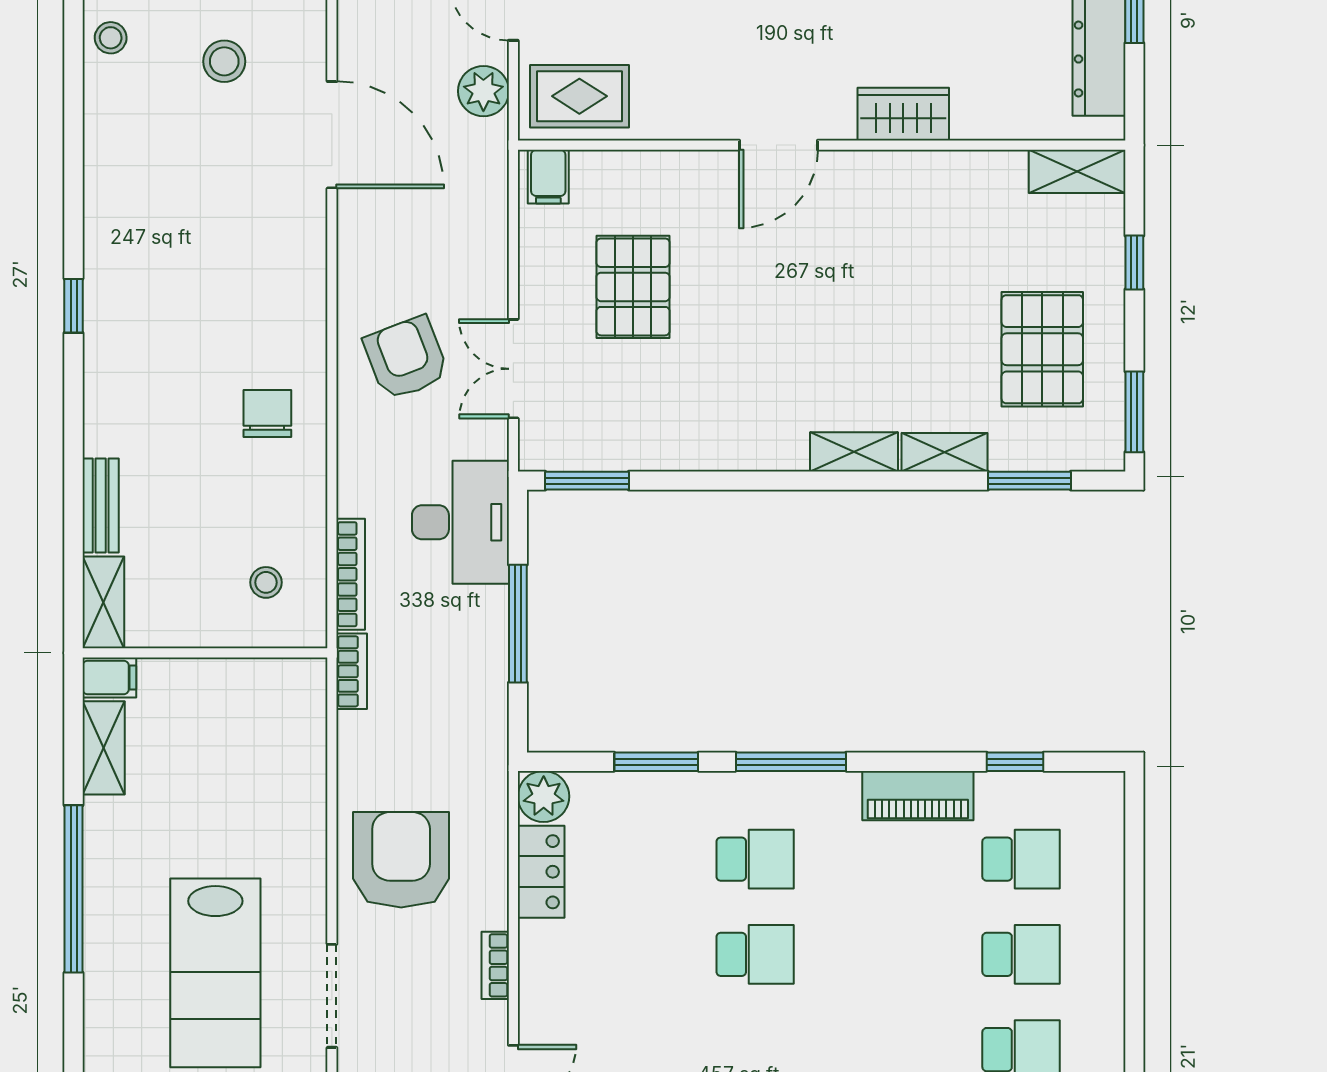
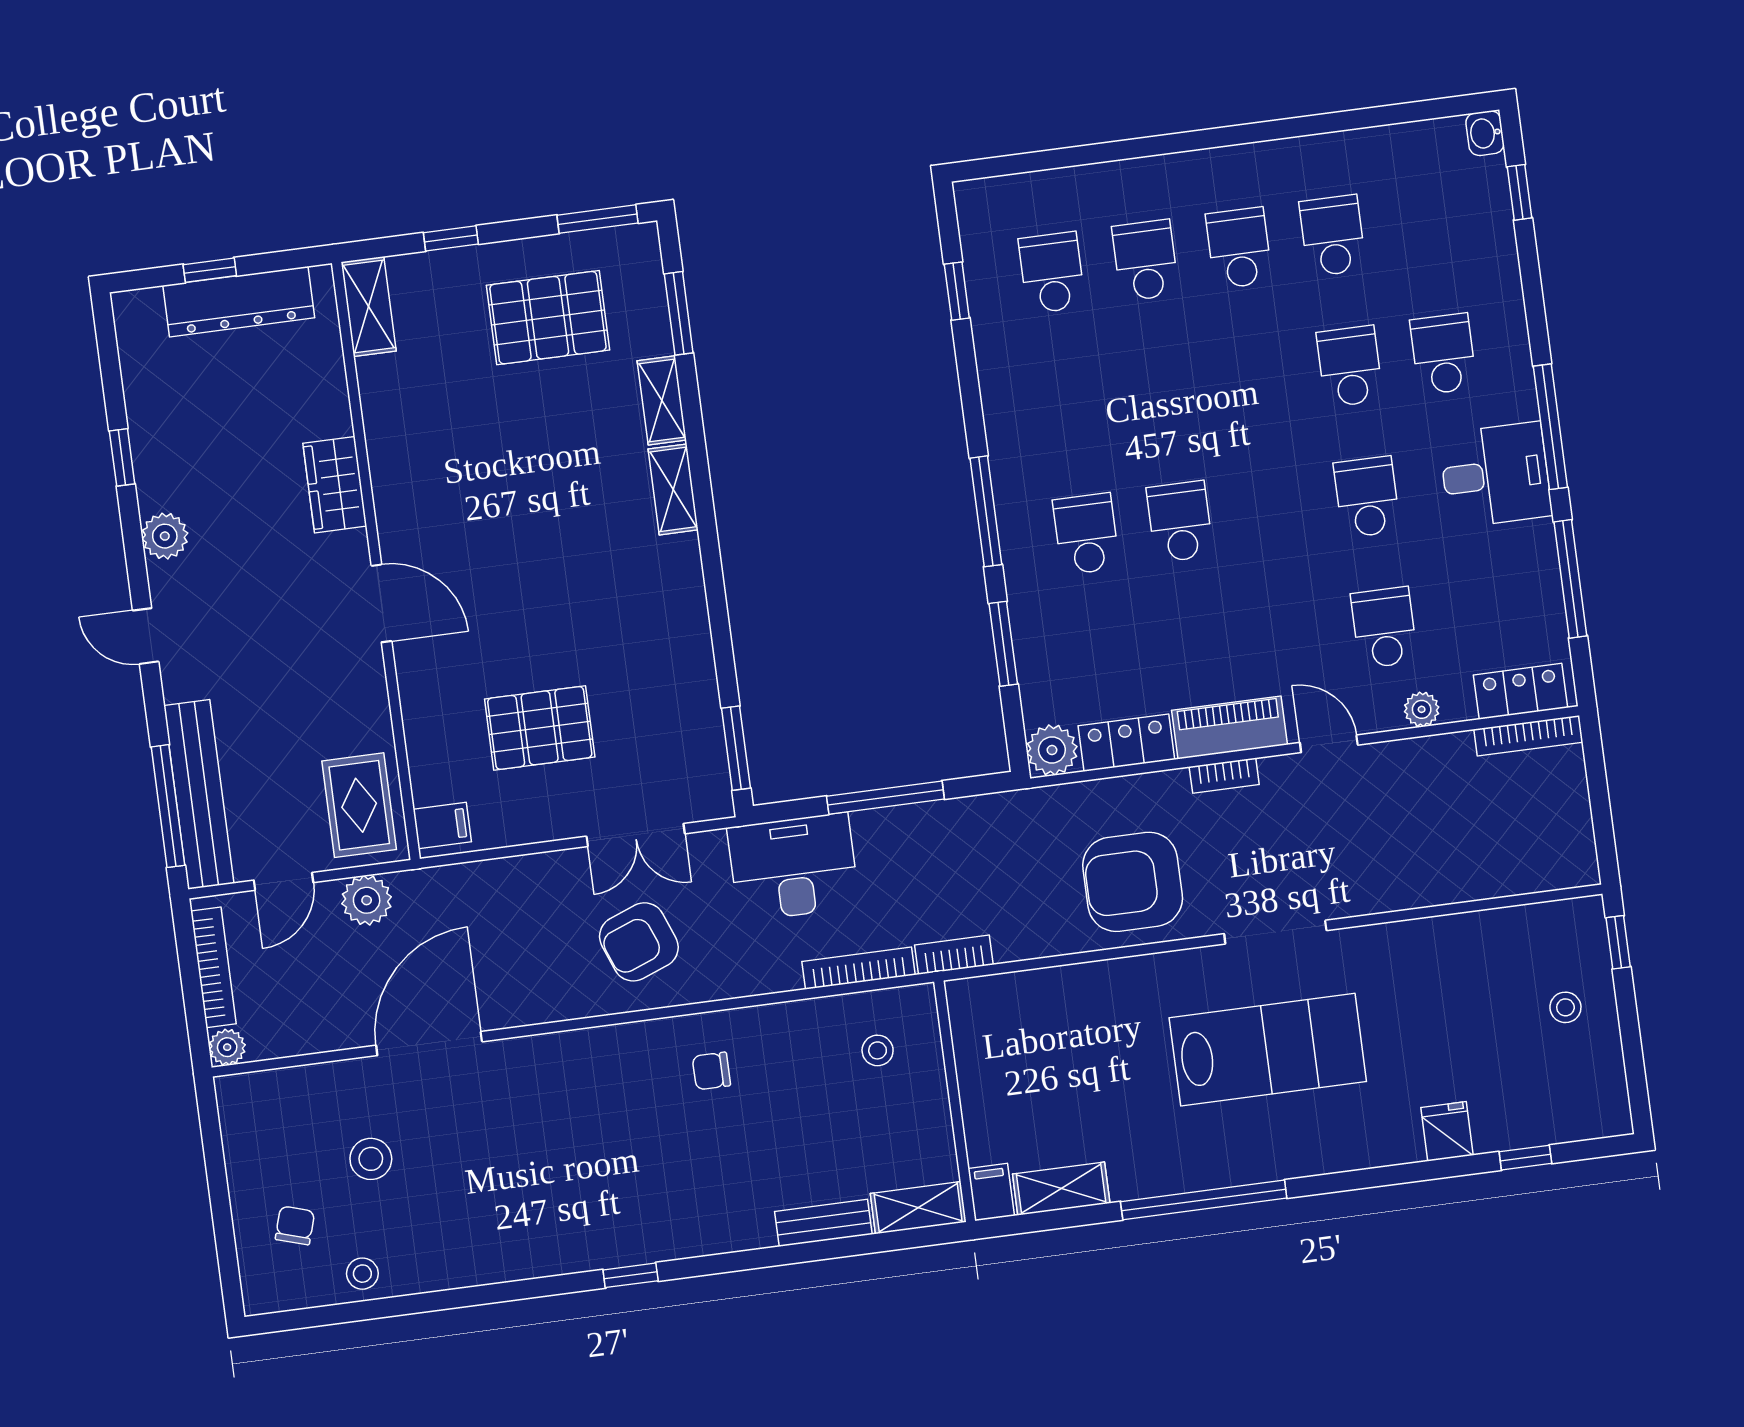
chair: (267, 414) -> (711, 1071), width x0.73, depth x0.73
piano: (918, 796) -> (1230, 727), moved, turned -90

